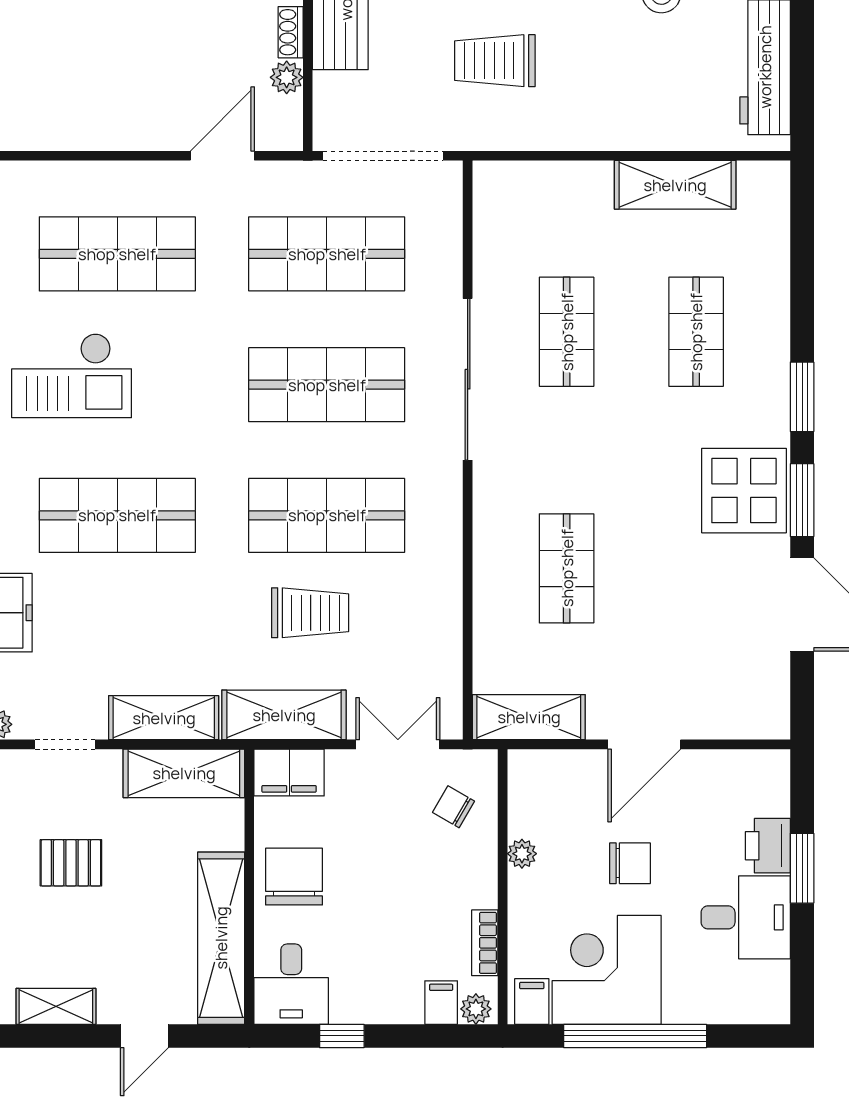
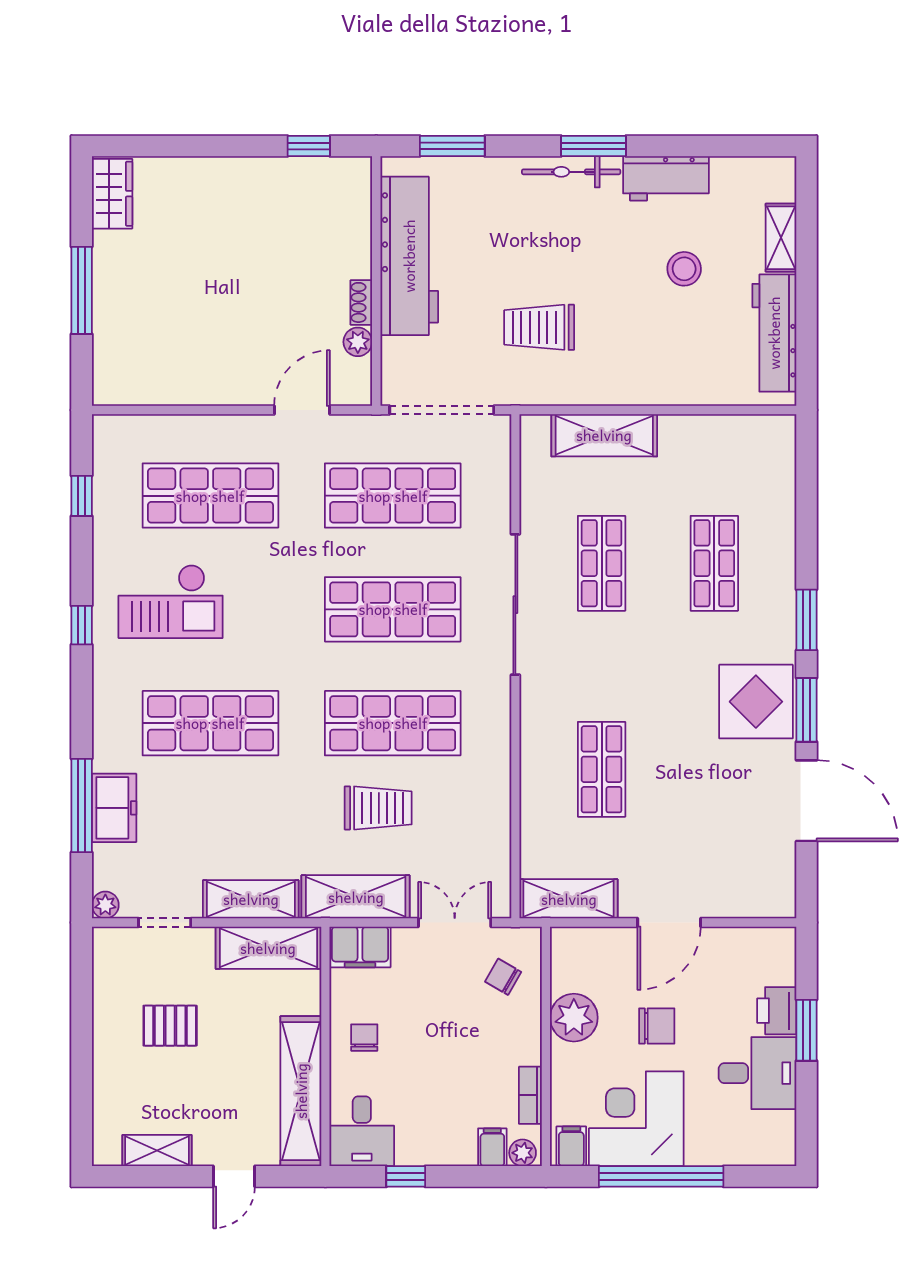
shelving: (675, 185) -> (604, 435), moved
plant: (522, 854) -> (574, 1018), width x1.87, depth x1.87
chair: (294, 877) -> (364, 1038), width x0.54, depth x0.54

